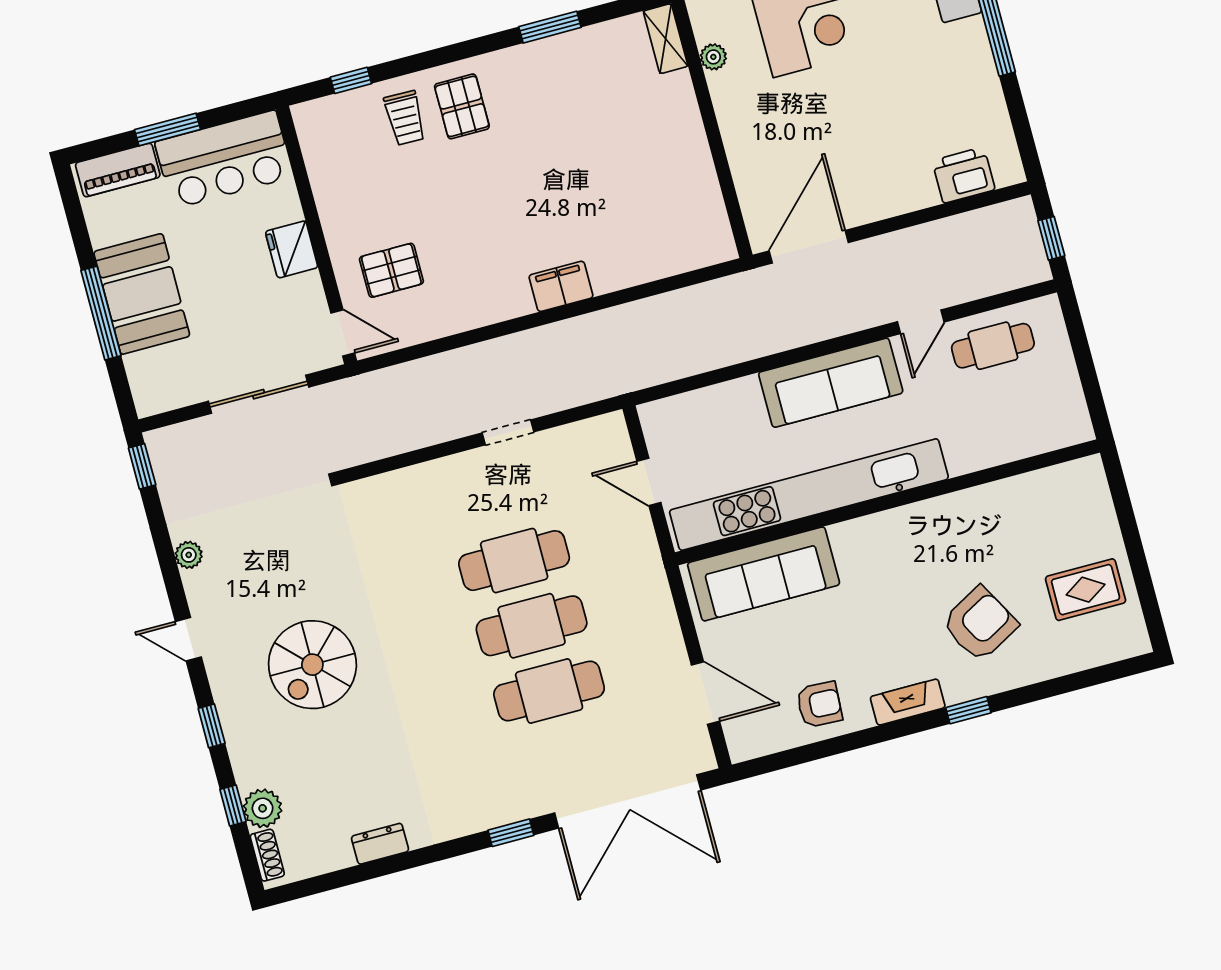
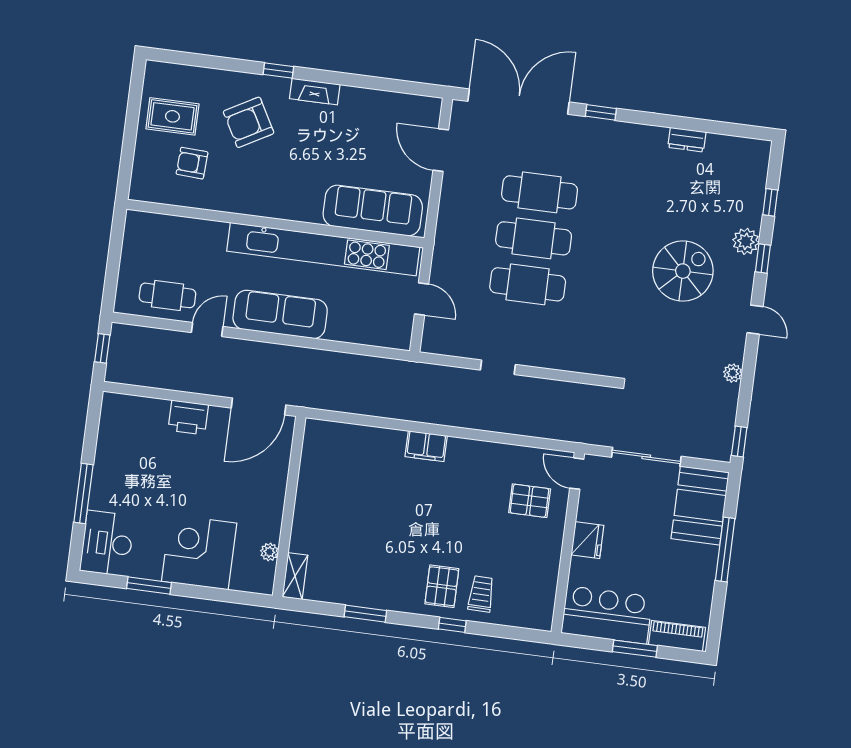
window: (351, 80) -> (452, 625), moved
printer: (964, 175) -> (188, 417), moved
booth: (142, 294) -> (700, 506), moved
armchair: (819, 704) -> (192, 163), moved
plant: (263, 808) -> (746, 241), moved
shoe rack: (267, 855) -> (761, 162), removed

